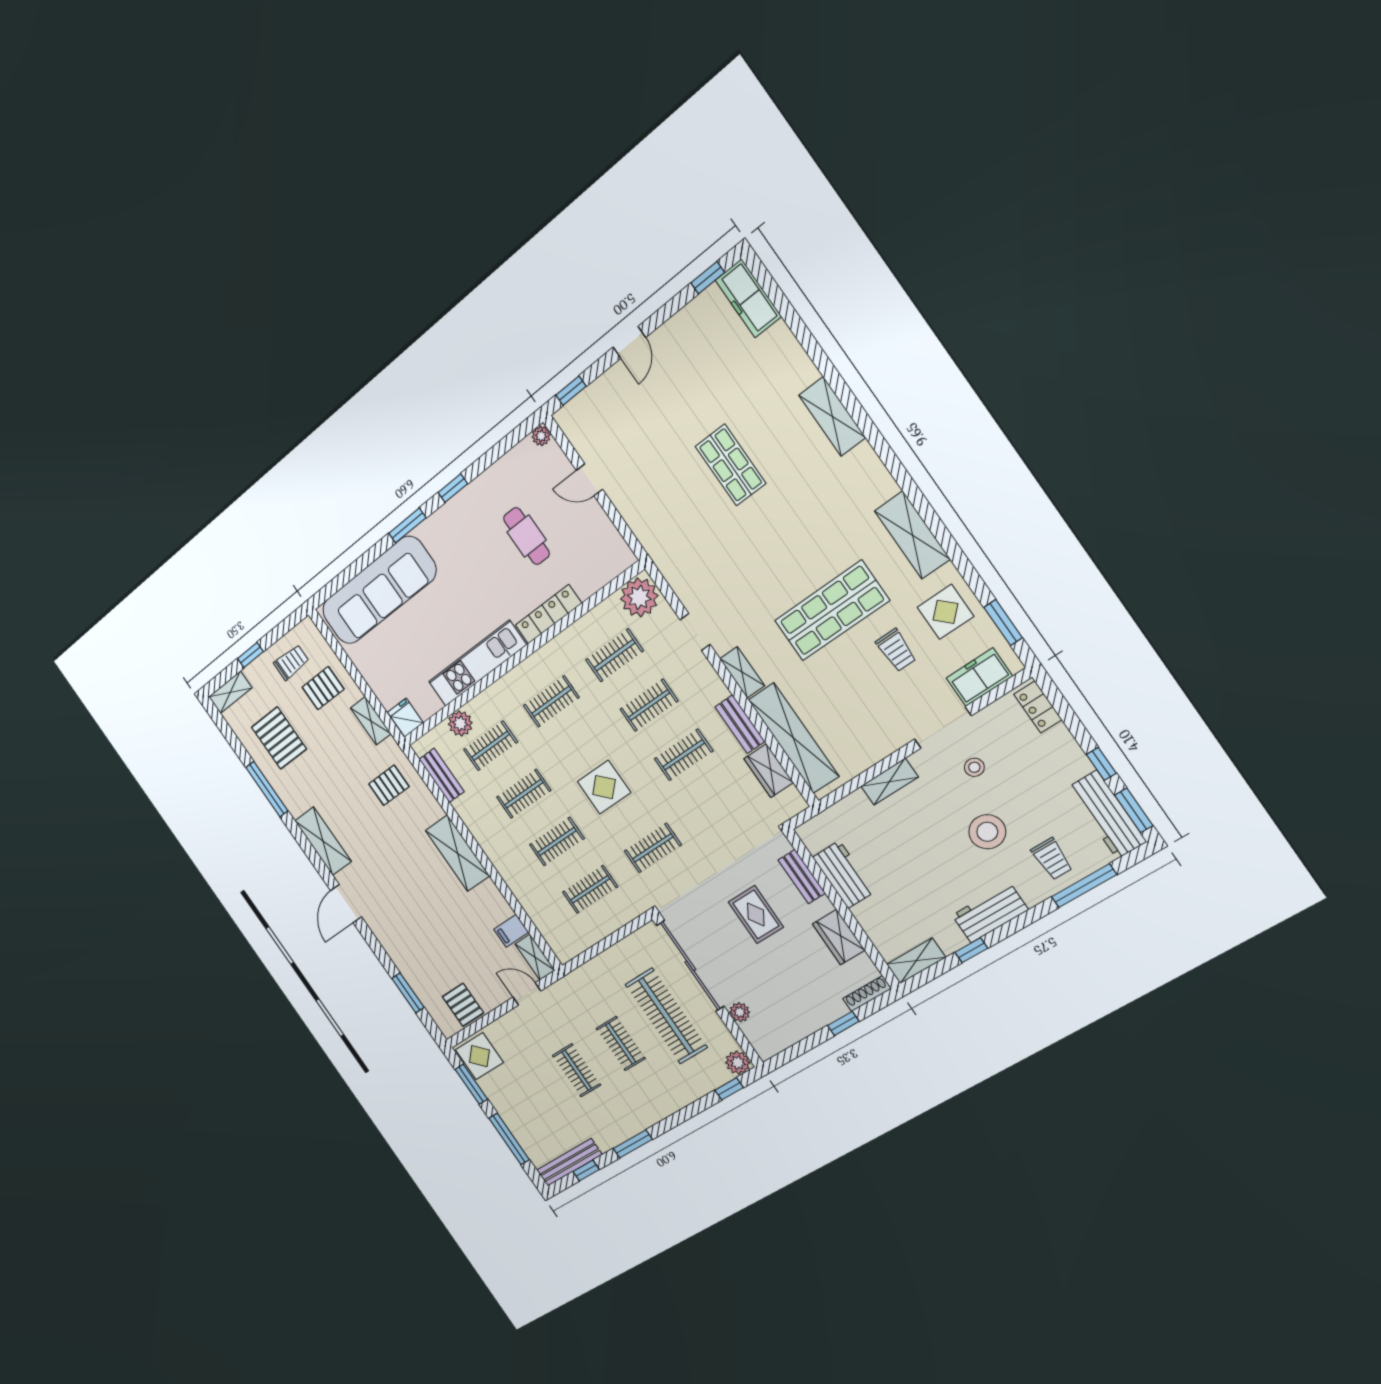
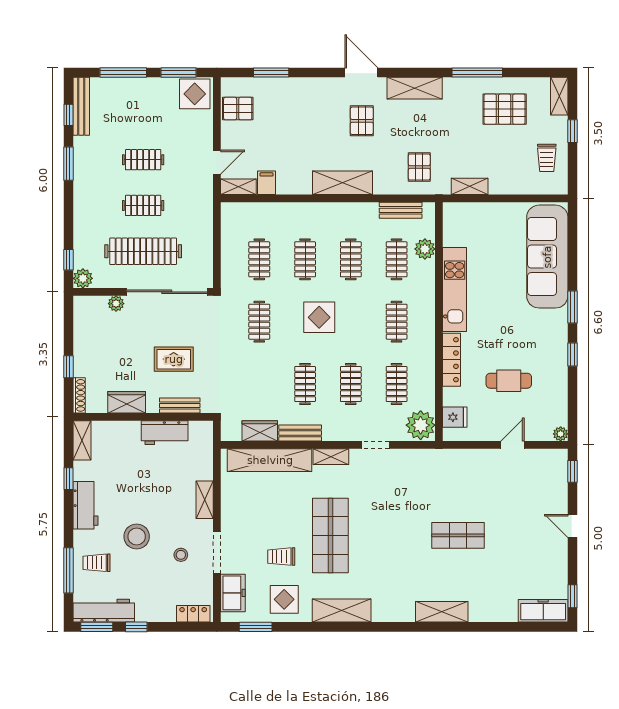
pallet: (323, 688) -> (362, 121), moved
fridge: (405, 718) -> (455, 417), moved

